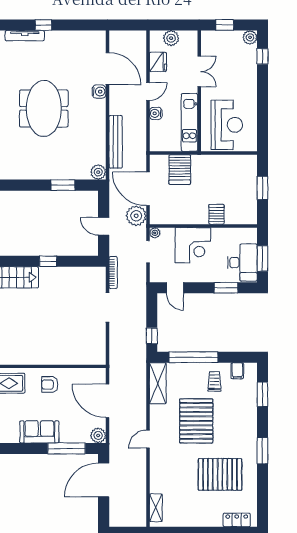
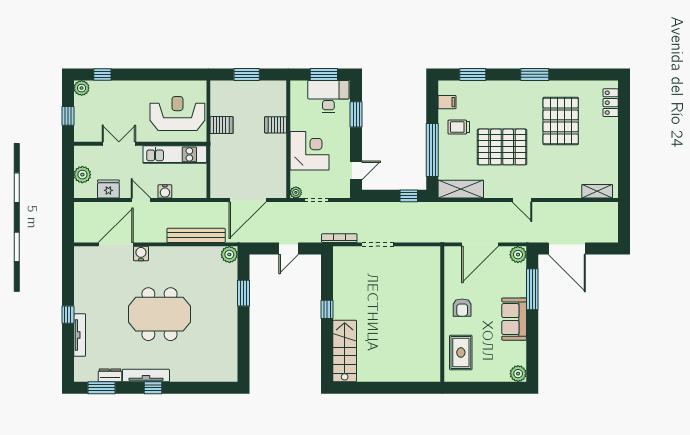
server rack: (180, 170) -> (222, 125), moved, width x0.73, depth x0.70
plant: (136, 216) -> (277, 213), removed

